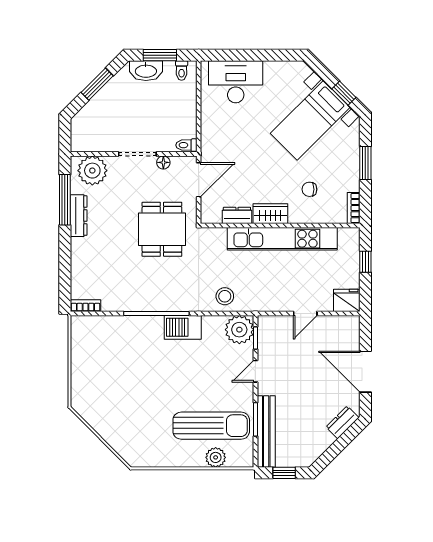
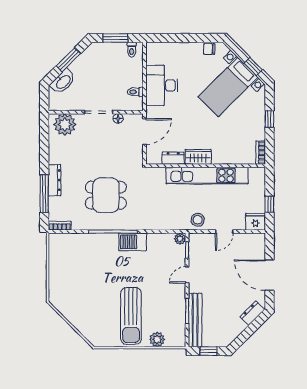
washbasin: (146, 71) -> (63, 82), moved, turned -45
desk: (236, 82) -> (162, 85), moved, turned -90
toilet: (186, 145) -> (135, 92), moved
window: (365, 163) -> (269, 119), width x0.67
chair: (309, 189) -> (209, 49), moved
window: (65, 200) -> (44, 194), moved
dresser: (79, 216) -> (55, 180), moved
dining table: (162, 229) -> (106, 195), moved, turned 90
window: (365, 262) -> (269, 204), moved
stool: (225, 296) -> (198, 220), moved
plant: (239, 330) -> (180, 239), width x0.53, depth x0.53
sun lounger: (211, 426) -> (131, 316), moved, turned 90

